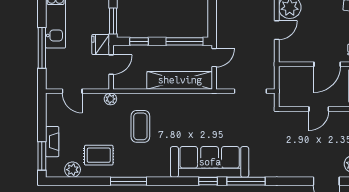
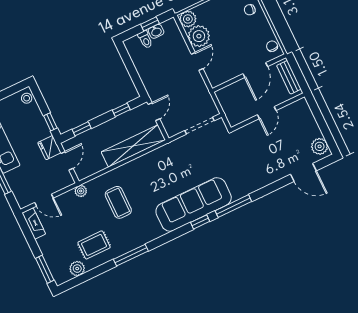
window: (113, 21) -> (50, 122), width x0.67
window: (184, 41) -> (121, 110), width x0.46
fireplace: (52, 142) -> (34, 224), moved

